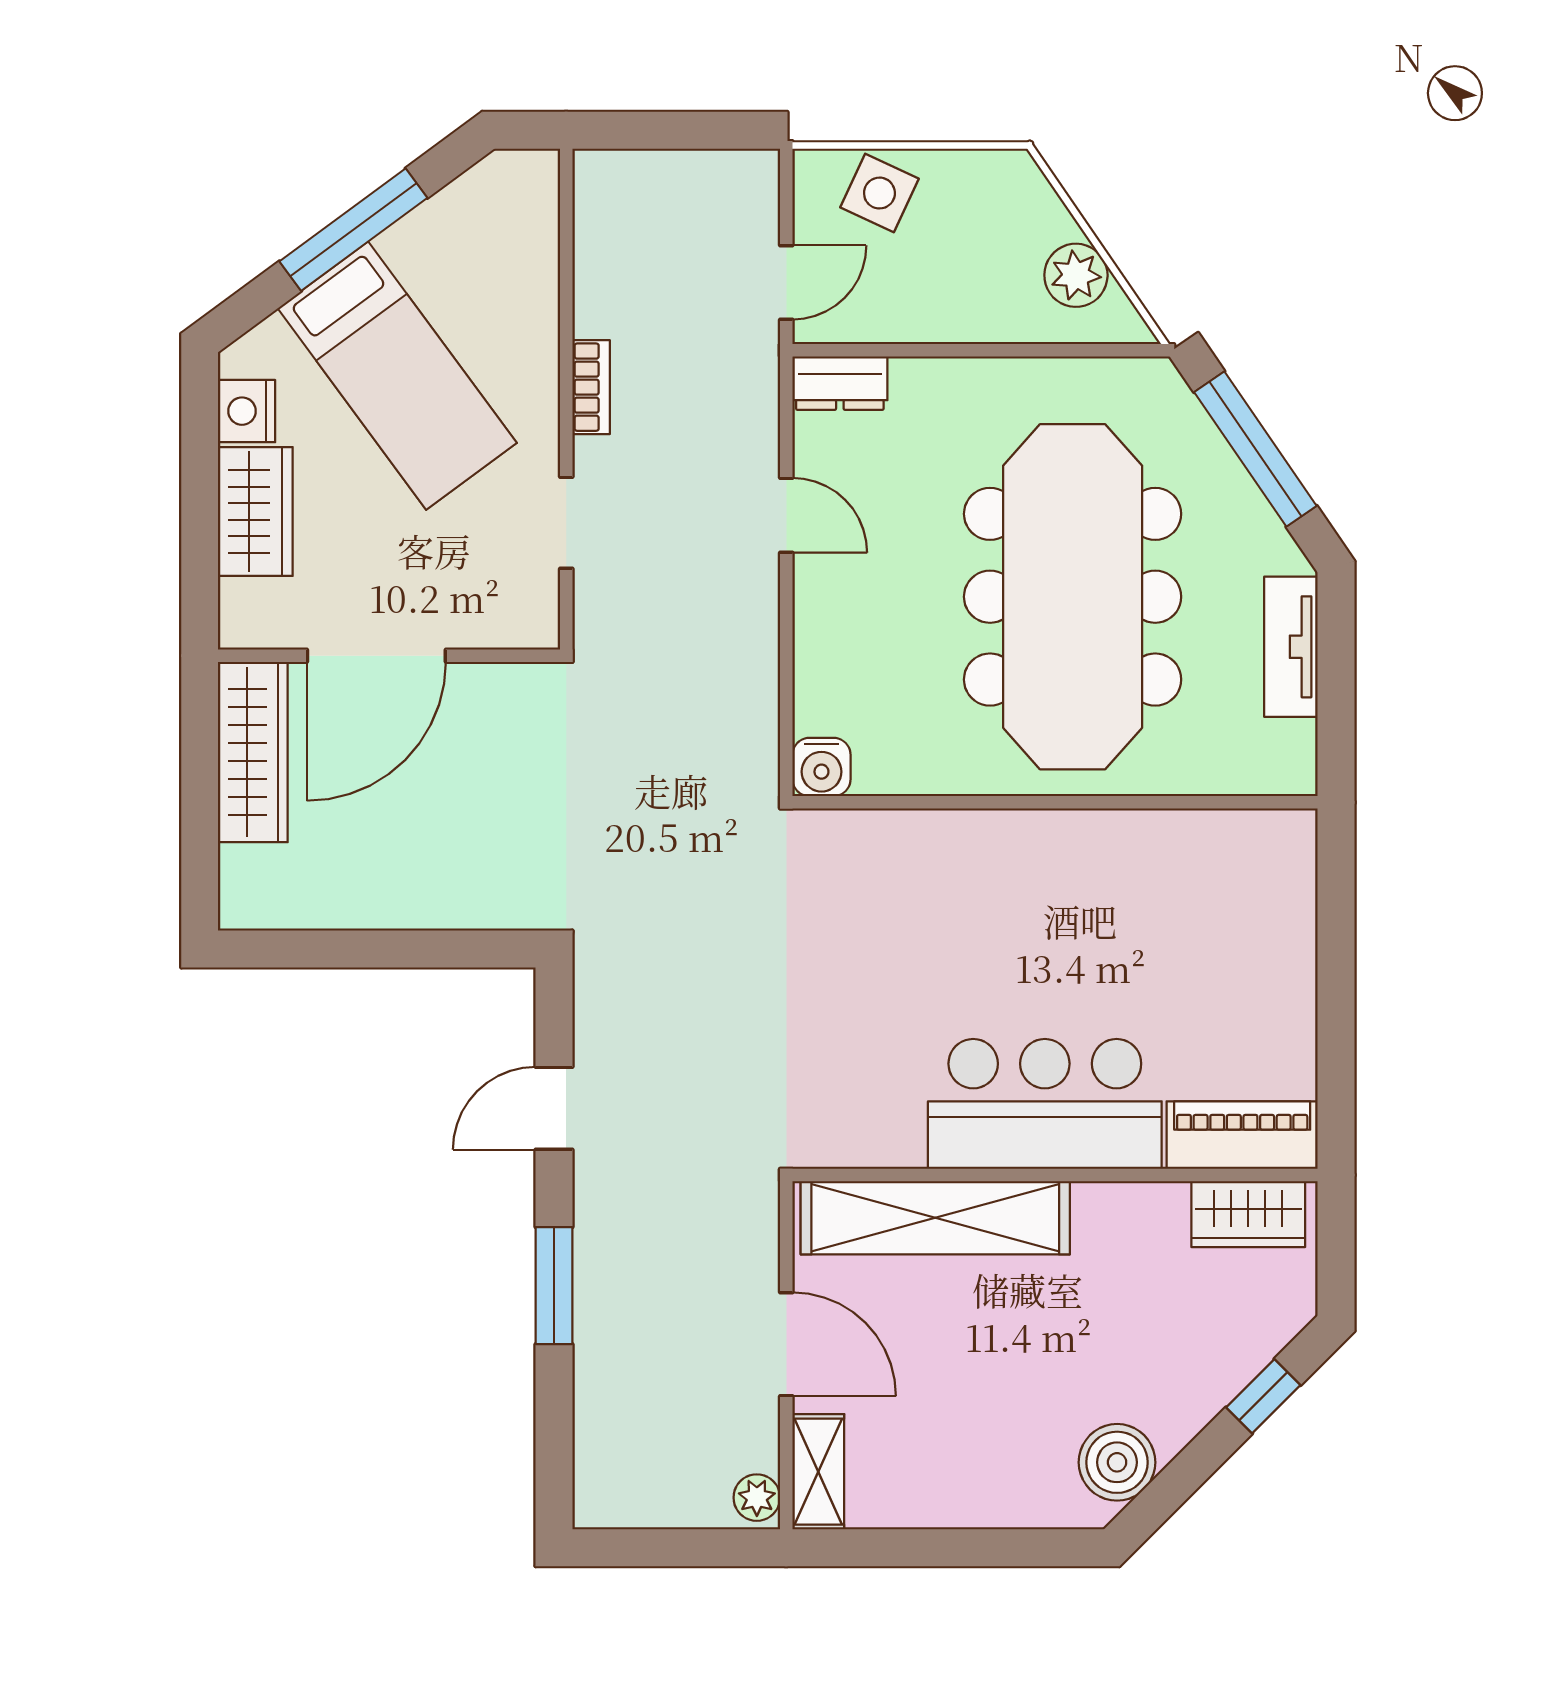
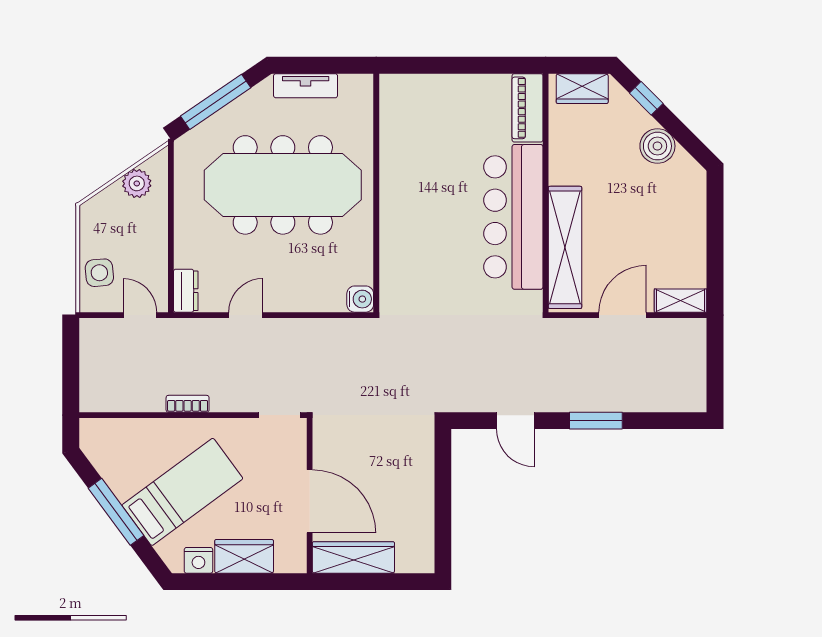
side table: (879, 193) -> (99, 273), turned -30
doorway: (566, 523) -> (280, 415), moved
bar counter: (1045, 1104) -> (513, 217), width x1.36
wardrobe: (1248, 1214) -> (582, 89), moved, turned 90
boiler: (1117, 1462) -> (657, 146), moved
plant: (757, 1498) -> (692, 328), removed

